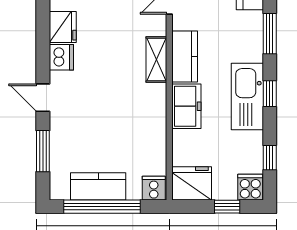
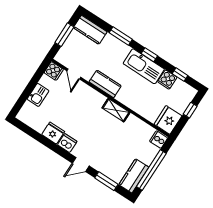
shelving: (156, 59) -> (116, 110), moved
freezer: (186, 106) -> (129, 99), removed
kitchen counter: (98, 186) -> (134, 176), moved
cooker: (250, 187) -> (167, 80), moved, turned -90

